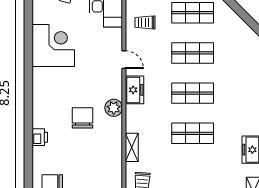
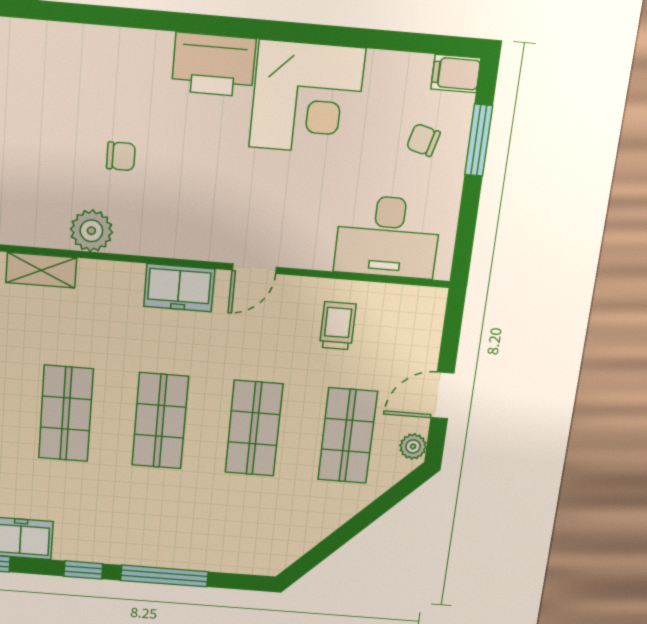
plant: (114, 108) -> (91, 231), moved
chair: (82, 118) -> (121, 156), width x0.54, depth x0.54
printer: (40, 137) -> (214, 65), moved, width x1.87, depth x1.48

